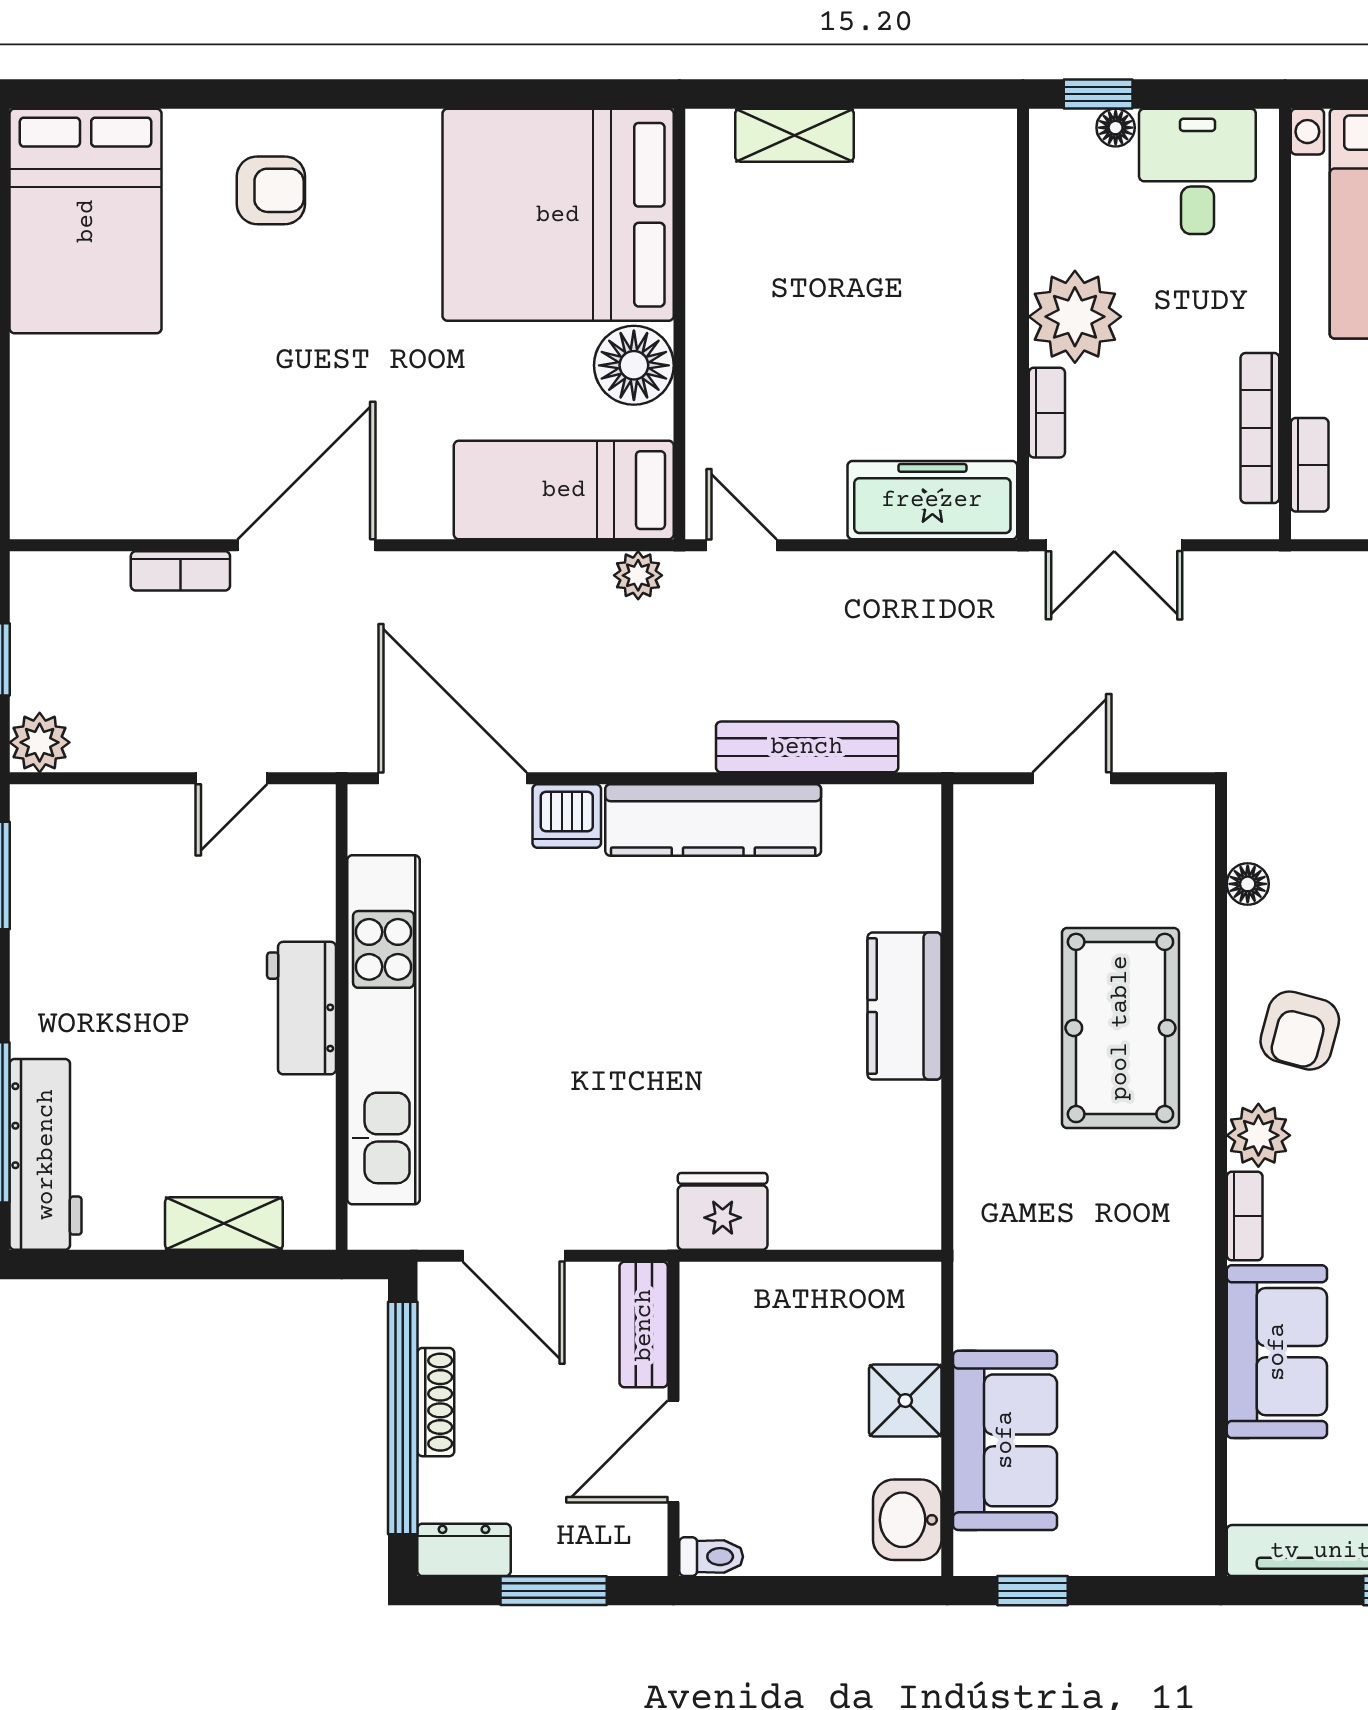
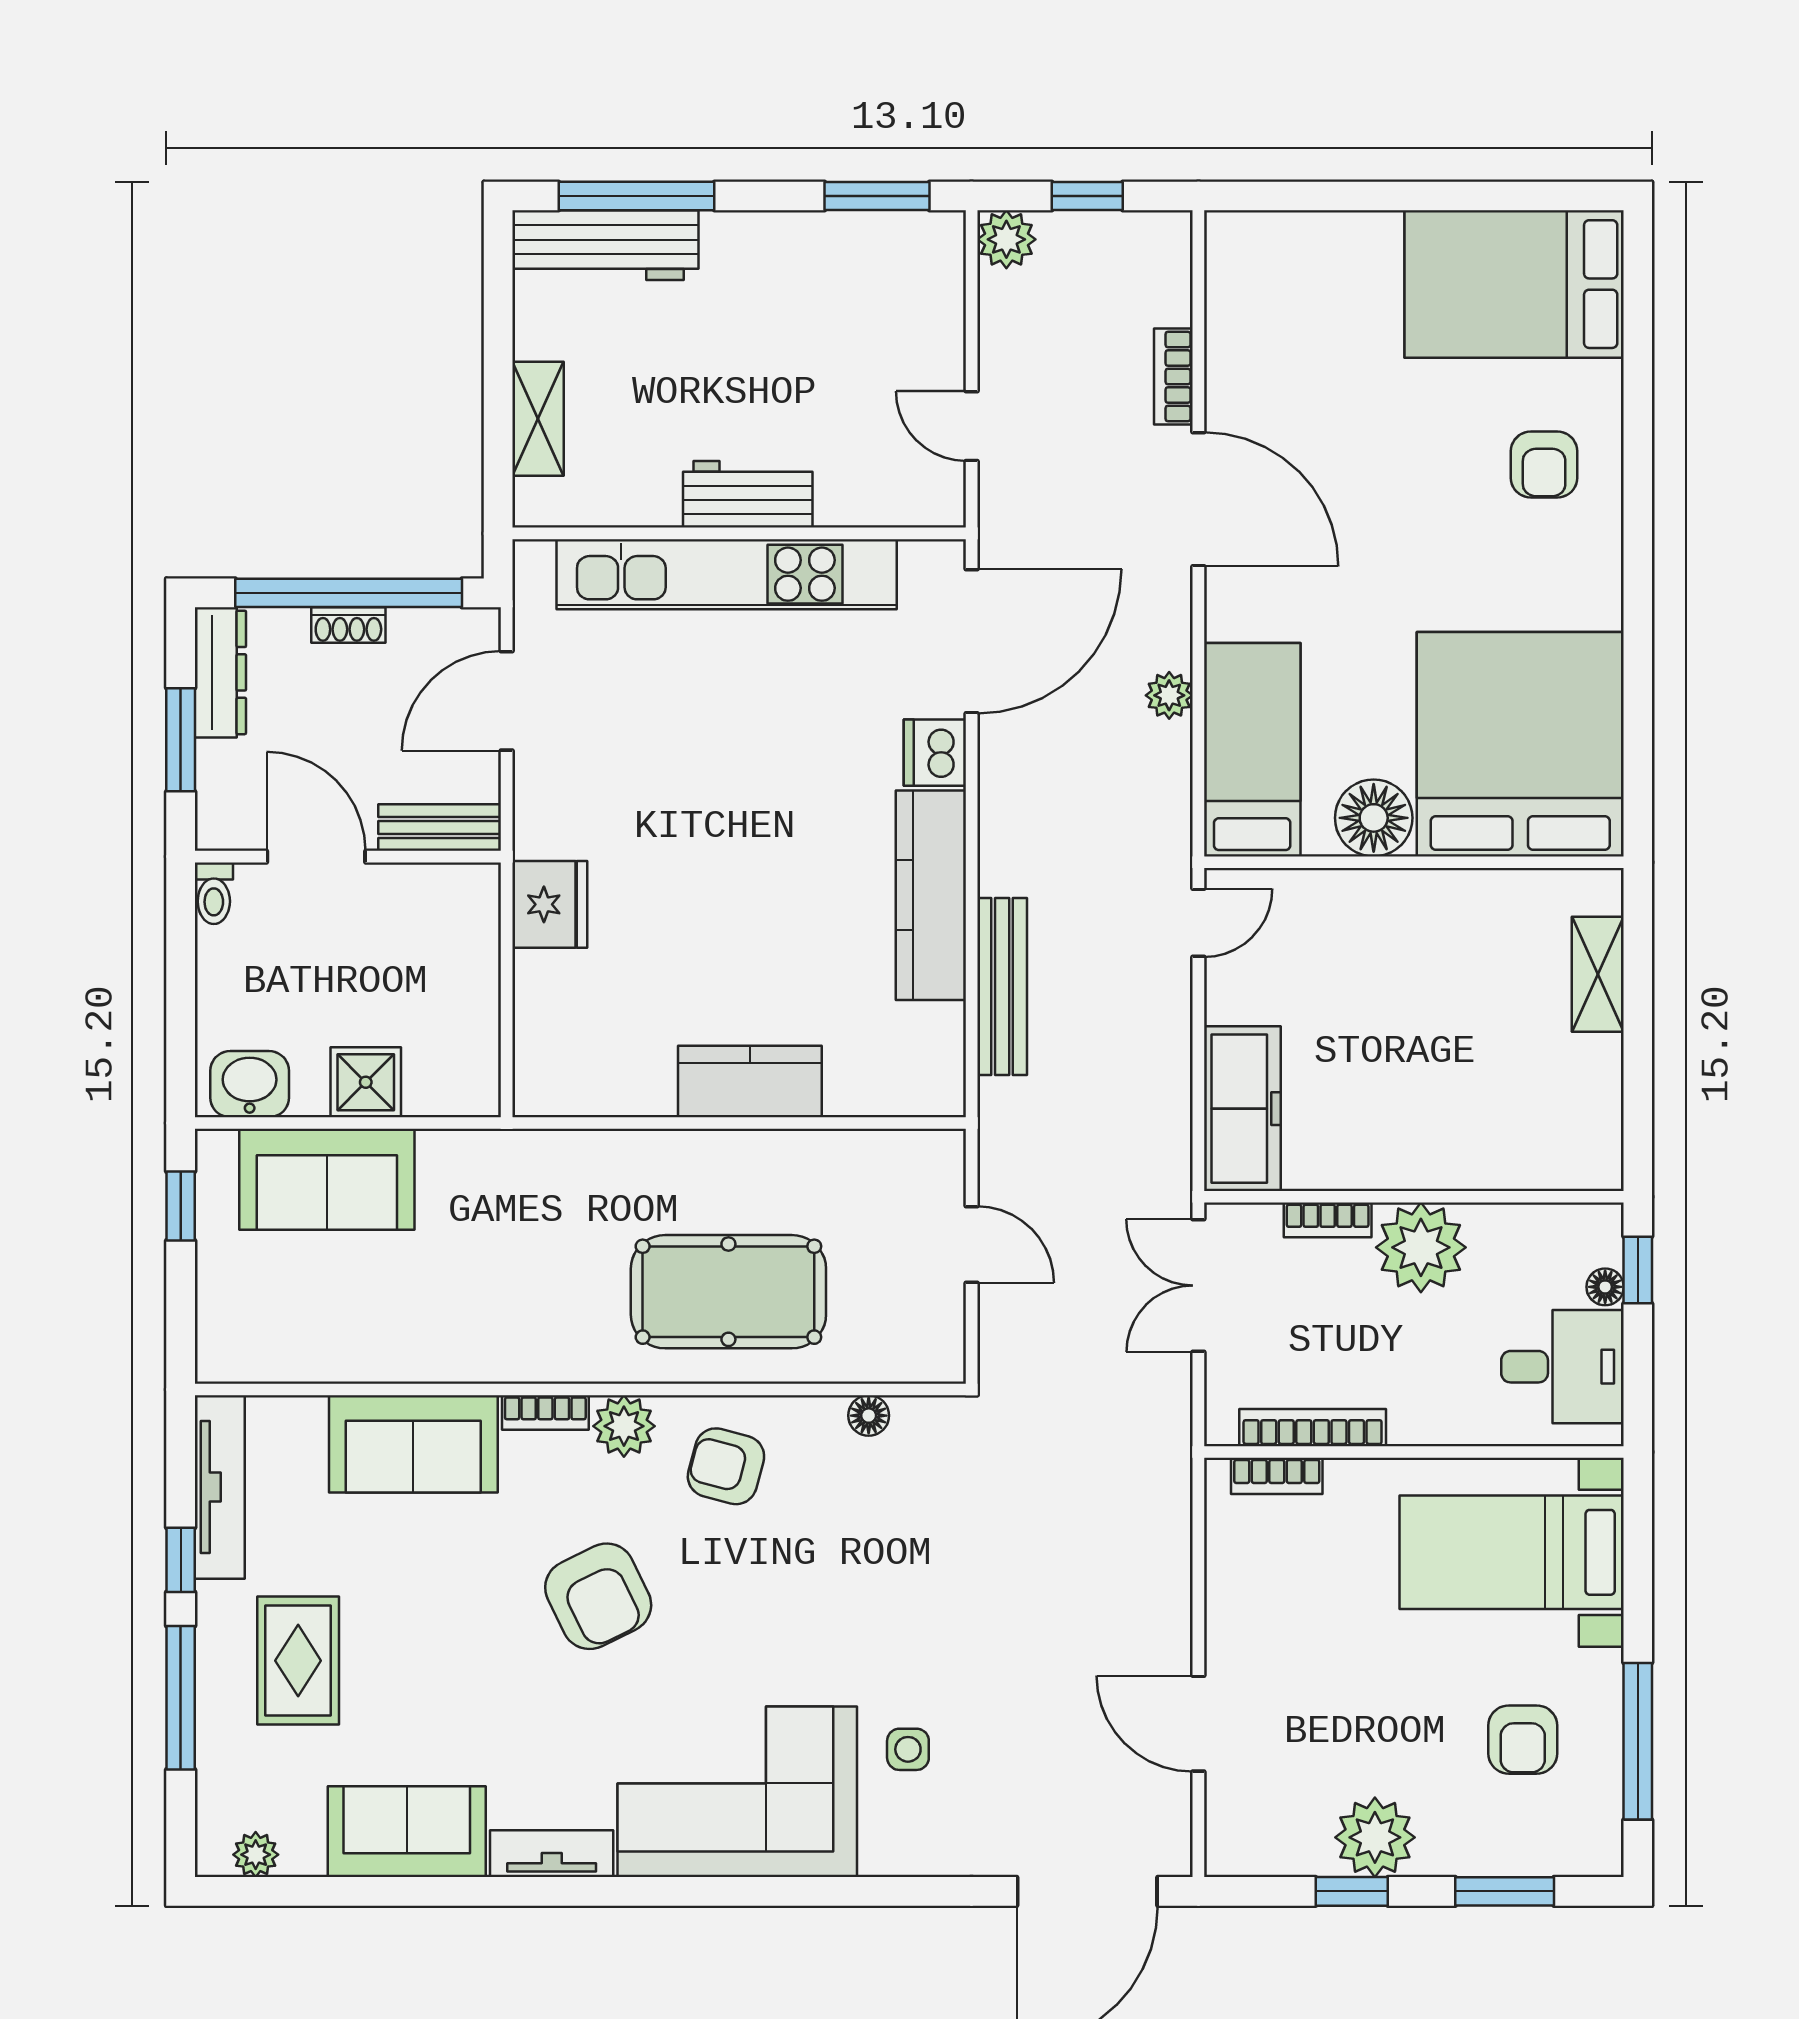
plant: (638, 575) -> (1169, 695), moved
shoe rack: (436, 1402) -> (348, 625), width x0.70
dresser: (464, 1550) -> (220, 672), width x1.44

